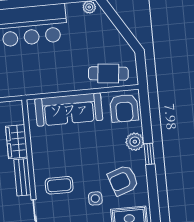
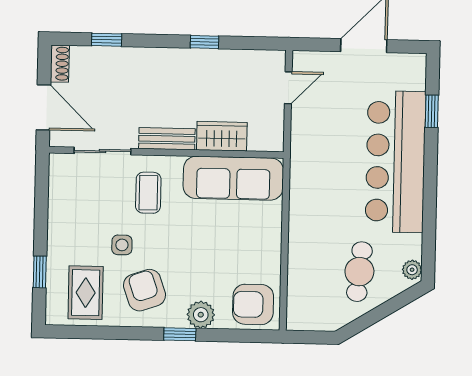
cafe table: (108, 73) -> (359, 272), moved
sofa: (69, 109) -> (233, 178), moved, turned -90

